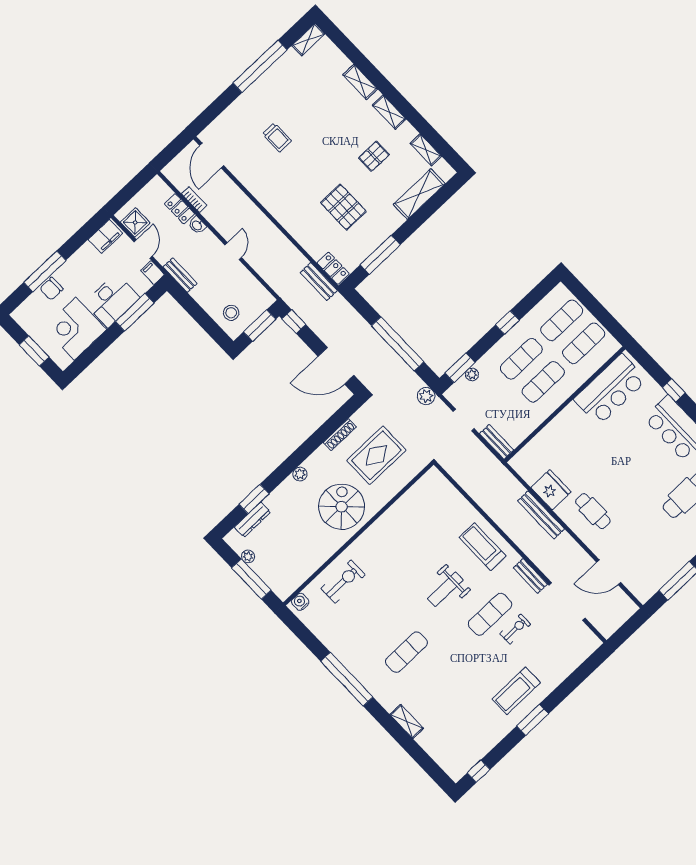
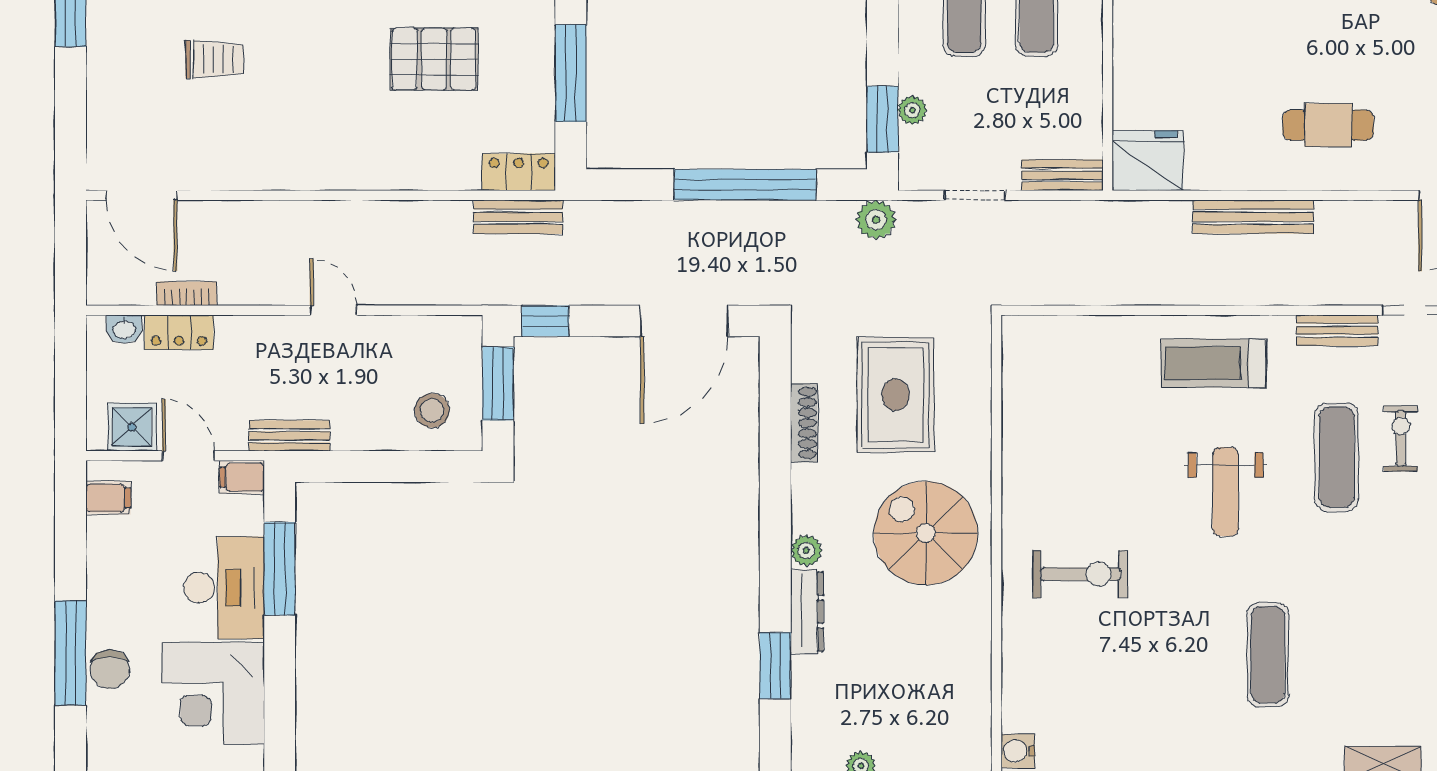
washbasin: (197, 225) -> (124, 329), moved
filing cabinet: (105, 236) -> (108, 498), width x0.50
fridge: (551, 490) -> (1148, 161), moved
dresser: (252, 520) -> (807, 612), moved
exercise bike: (343, 582) -> (1081, 574), moved, turned 90

